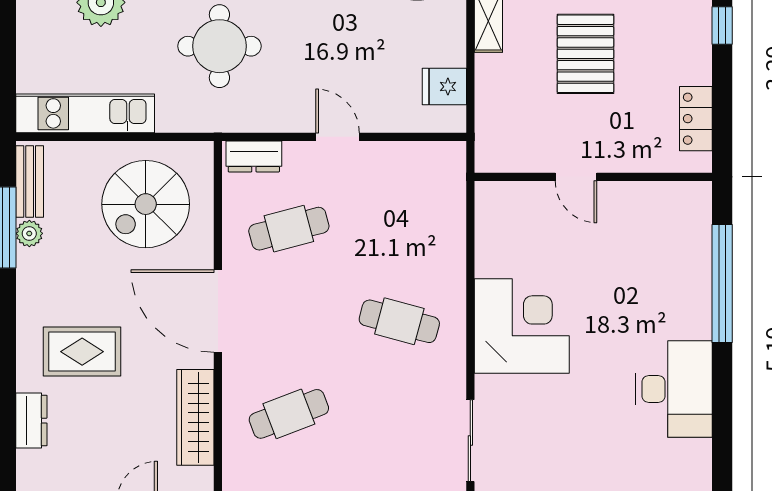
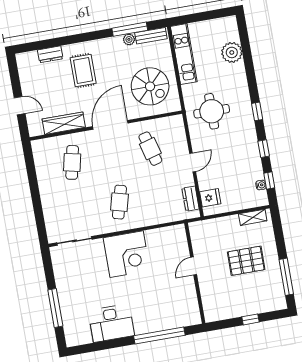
window: (722, 25) -> (251, 319), moved
round table: (219, 46) -> (212, 111), moved
fridge: (444, 87) -> (210, 198), moved, turned 90
locker: (696, 119) -> (227, 312), removed
dresser: (254, 156) -> (191, 199), moved
spiral stairs: (146, 204) -> (150, 86), turned 180
cafe table: (289, 414) -> (72, 162), turned 33

